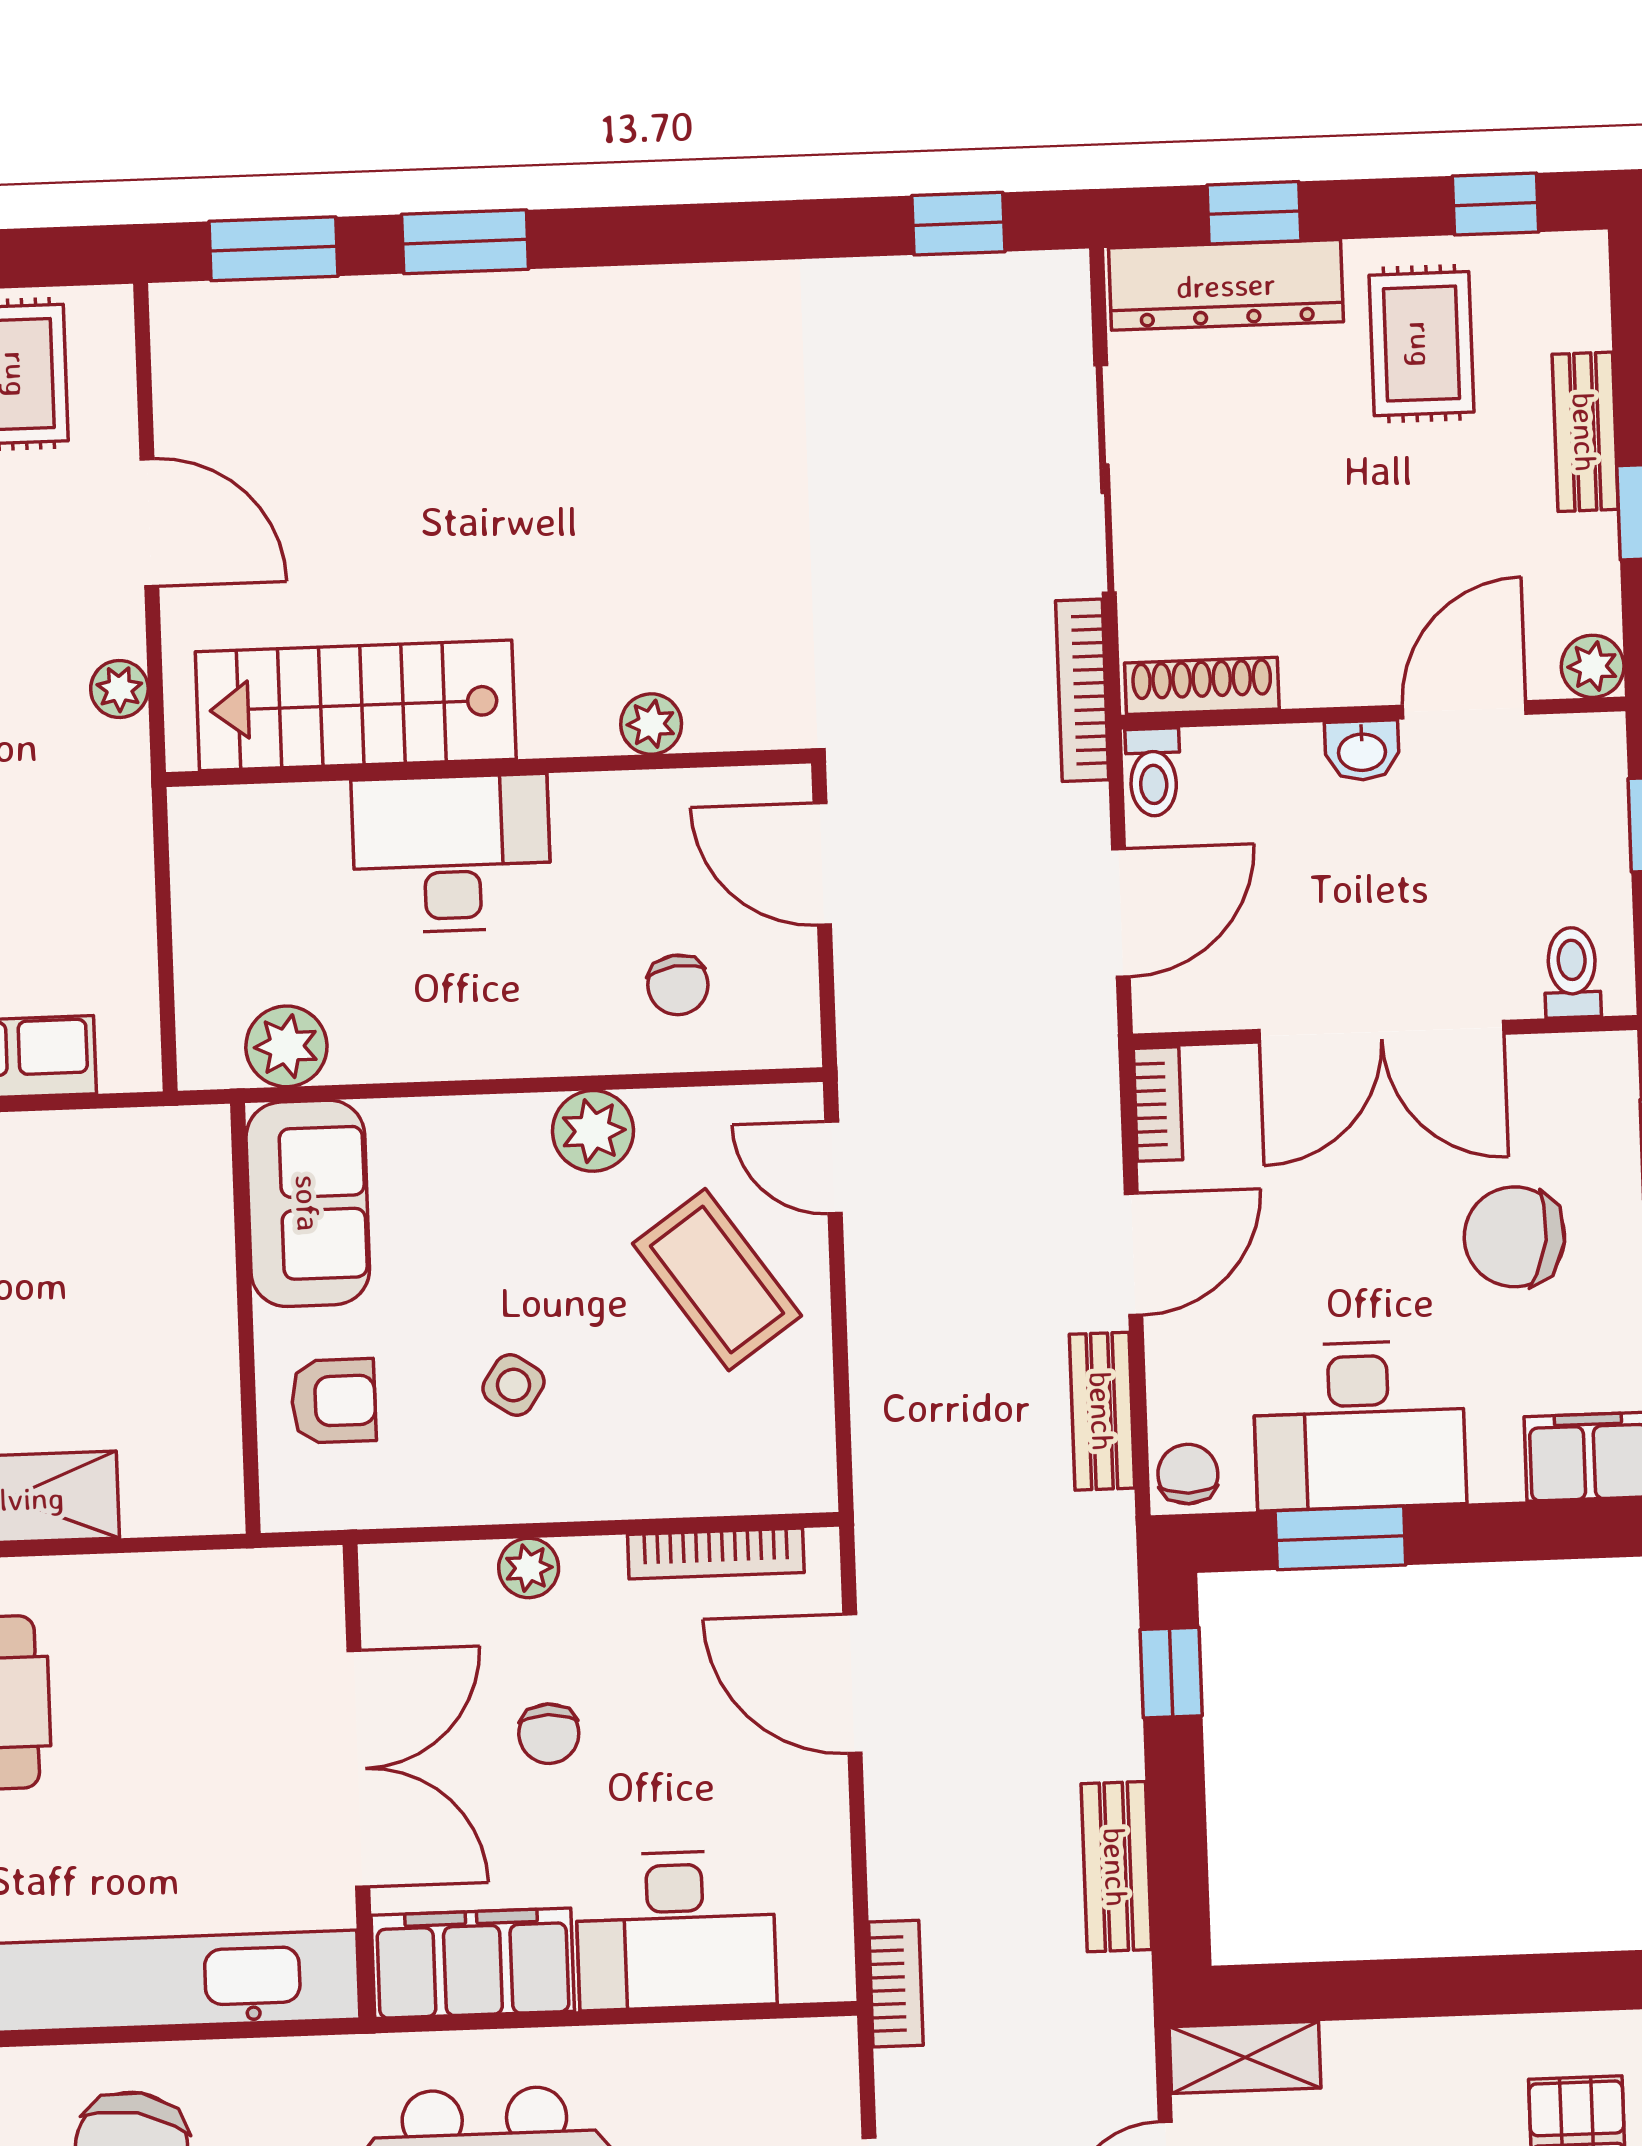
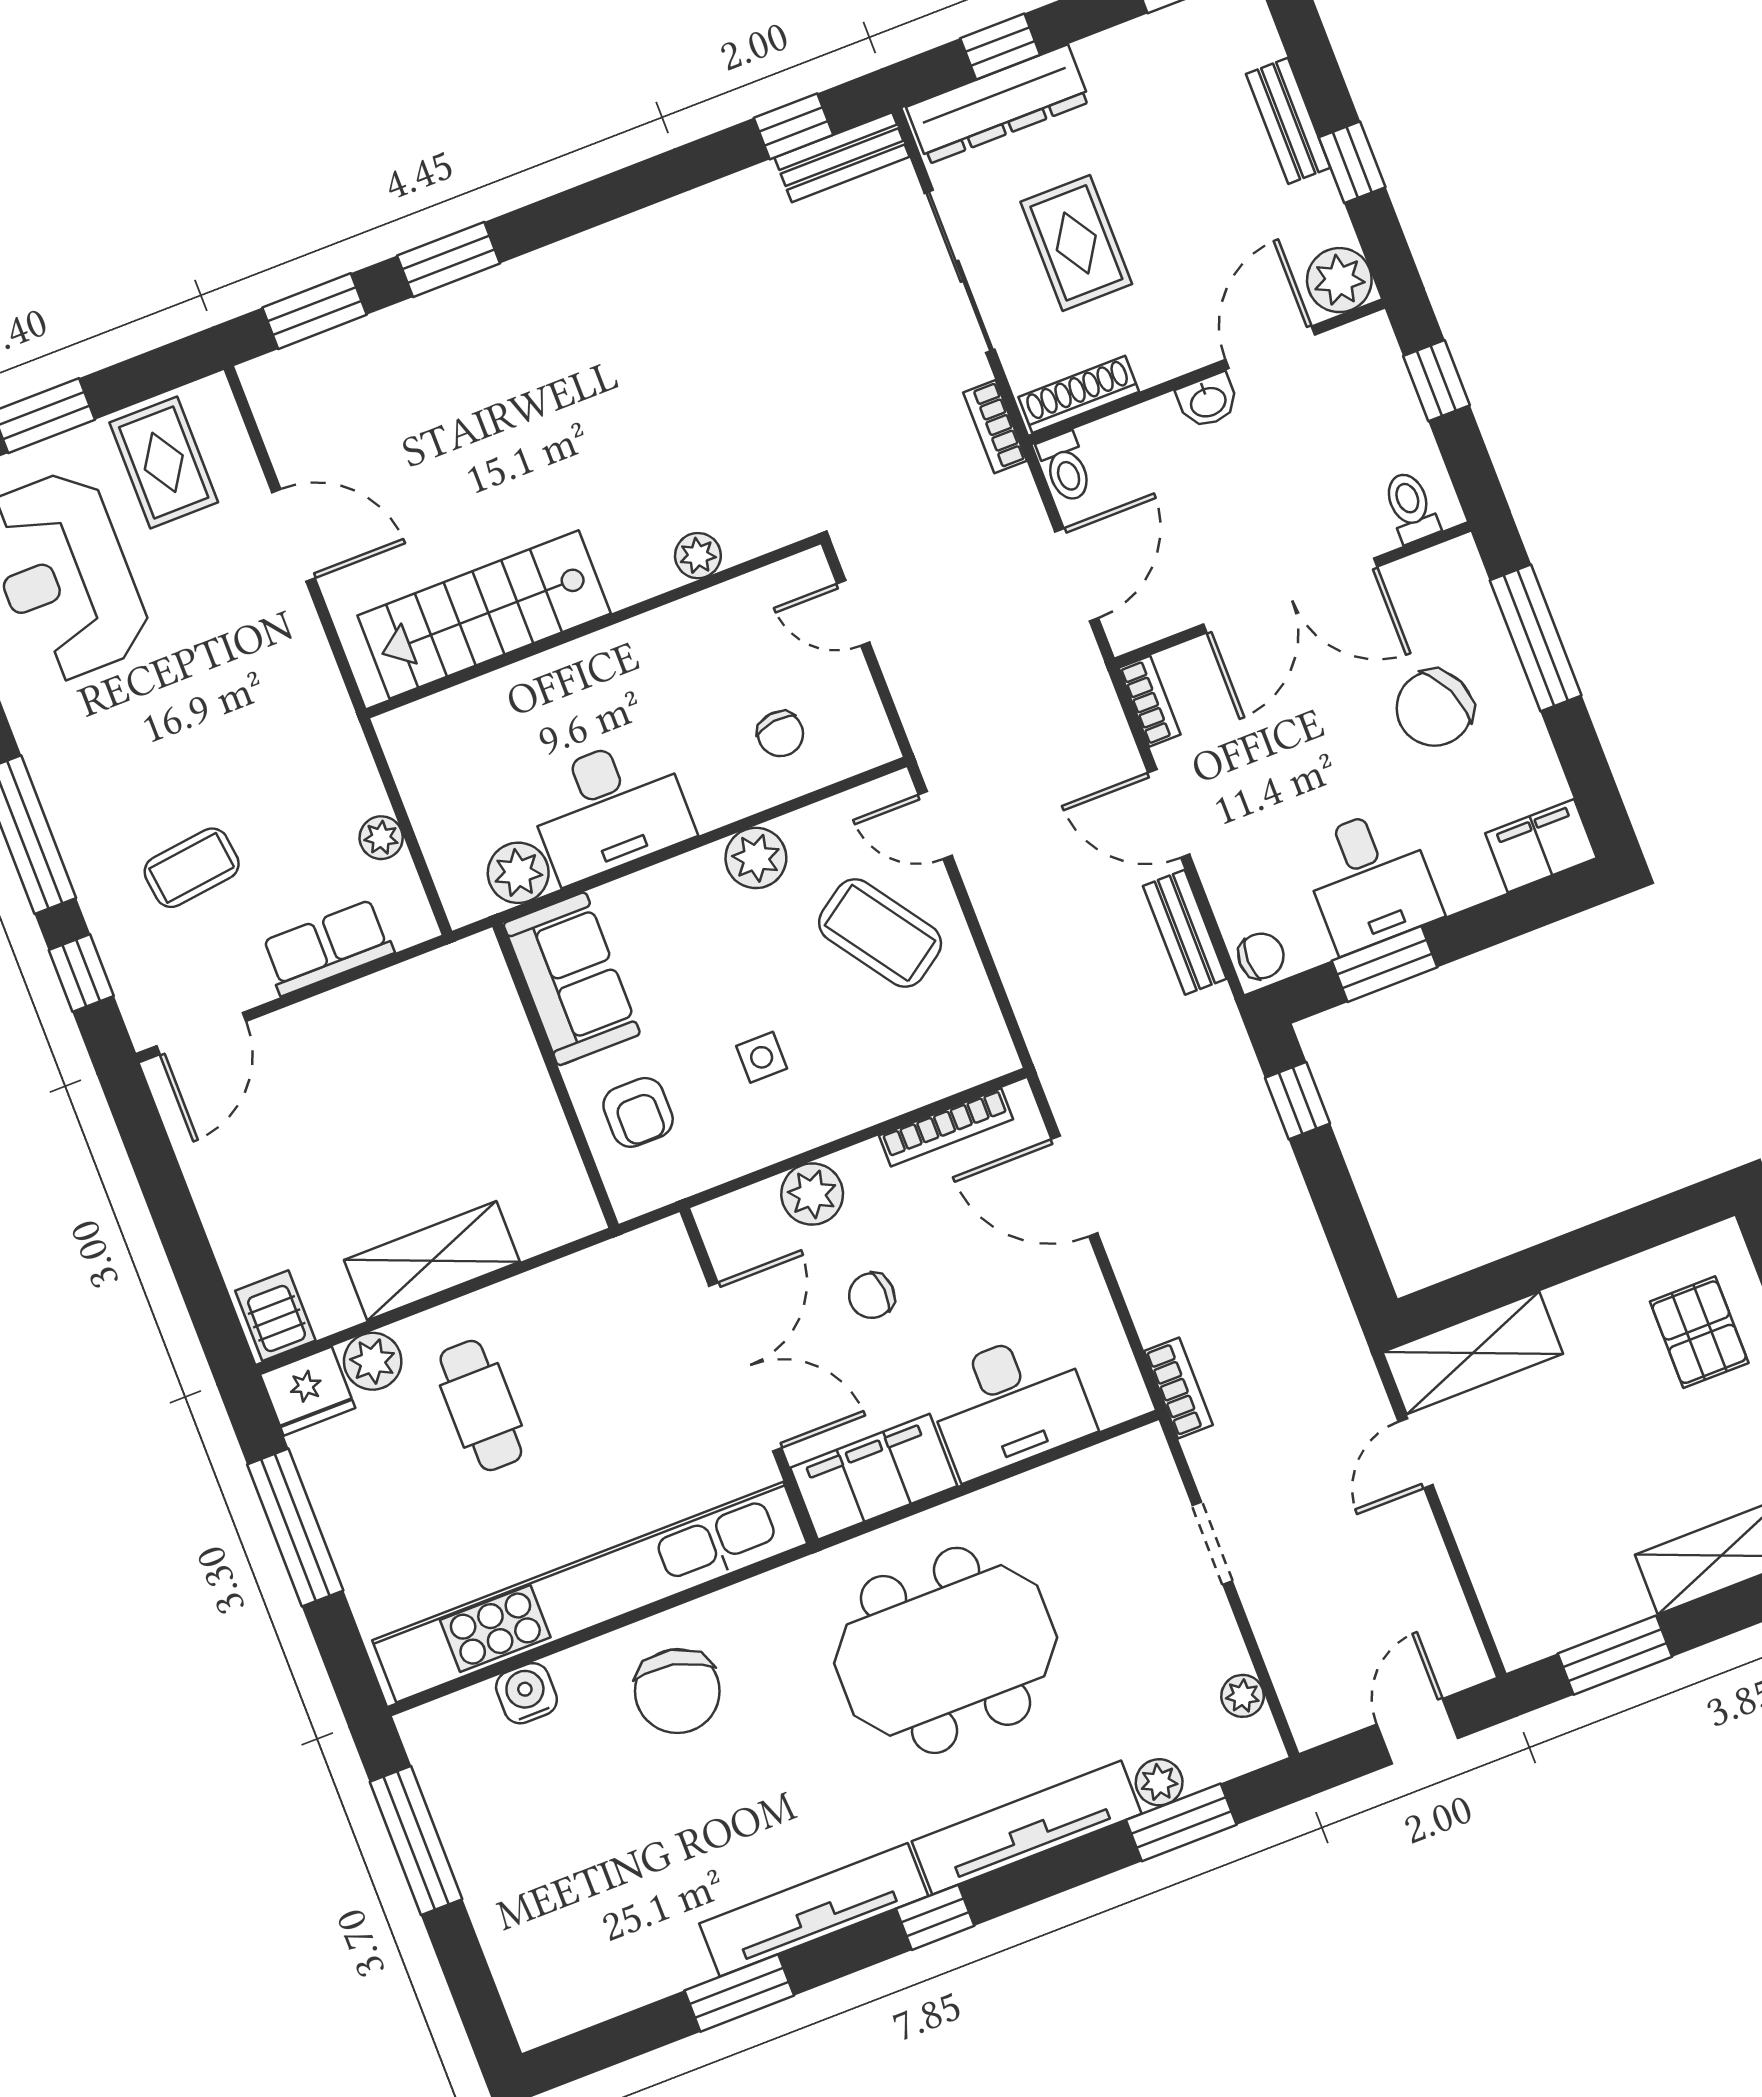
rug: (1422, 344) -> (1076, 243), moved
plant: (1593, 666) -> (1339, 280), width x1.38, depth x1.38
plant: (119, 689) -> (381, 838), moved
bookcase: (1082, 690) -> (995, 427), width x0.64
desk: (452, 854) -> (609, 808), moved, turned 180
door: (822, 864) -> (853, 613), width x0.73
chair: (1514, 1237) -> (1434, 708), turned -32
door: (1133, 1254) -> (1169, 814), swing flipped
side table: (513, 1385) -> (762, 1057), turned -34
armchair: (334, 1401) -> (638, 1112), turned 90
desk: (1359, 1425) -> (1371, 880), width x0.73
chair: (1188, 1474) -> (1261, 956), turned 90
plant: (529, 1568) -> (812, 1194), width x1.38, depth x1.38
chair: (549, 1734) -> (872, 1296), turned 86
bench: (1116, 1867) -> (842, 157), moved, turned 90
shelving: (1245, 2057) -> (1473, 1353), width x1.50, depth x1.33

